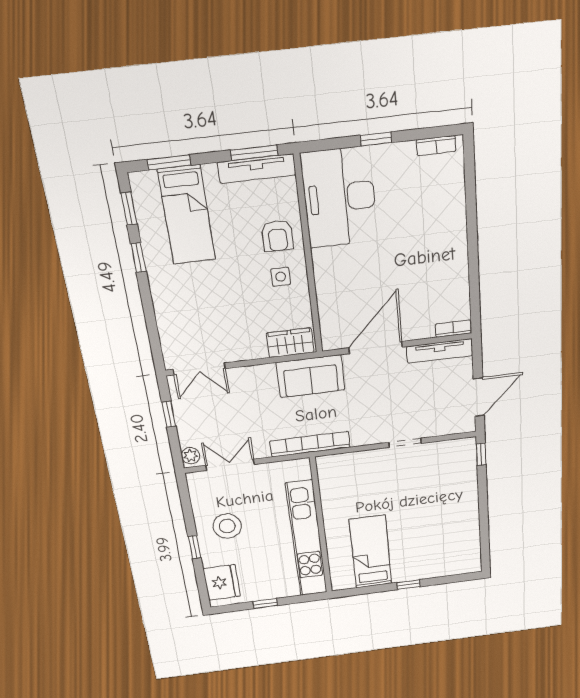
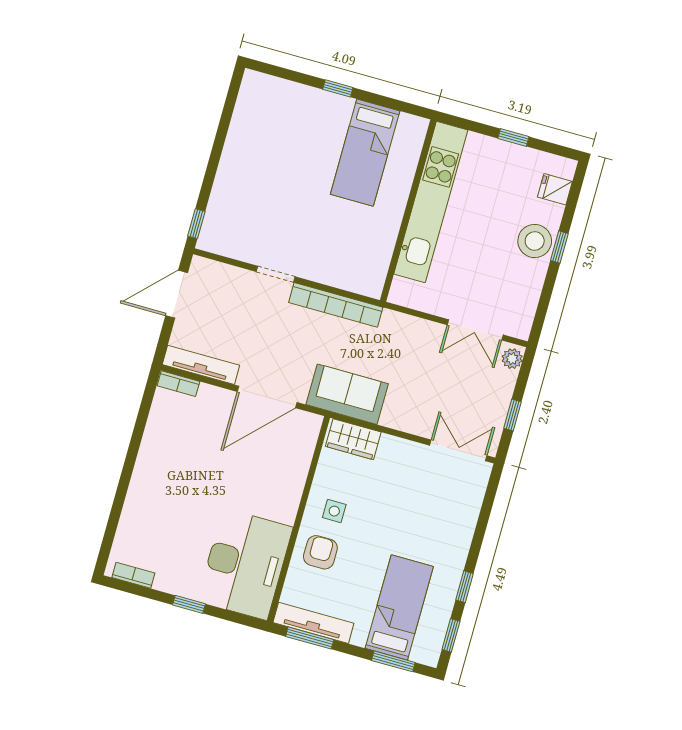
bookcase: (310, 444) -> (336, 305), moved
stool: (227, 526) -> (535, 241), moved
fridge: (222, 582) -> (555, 189), width x0.53, depth x0.75

